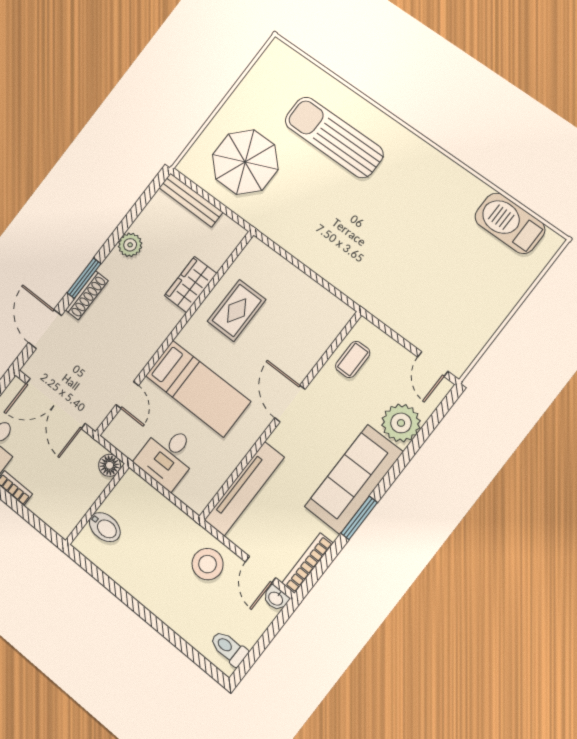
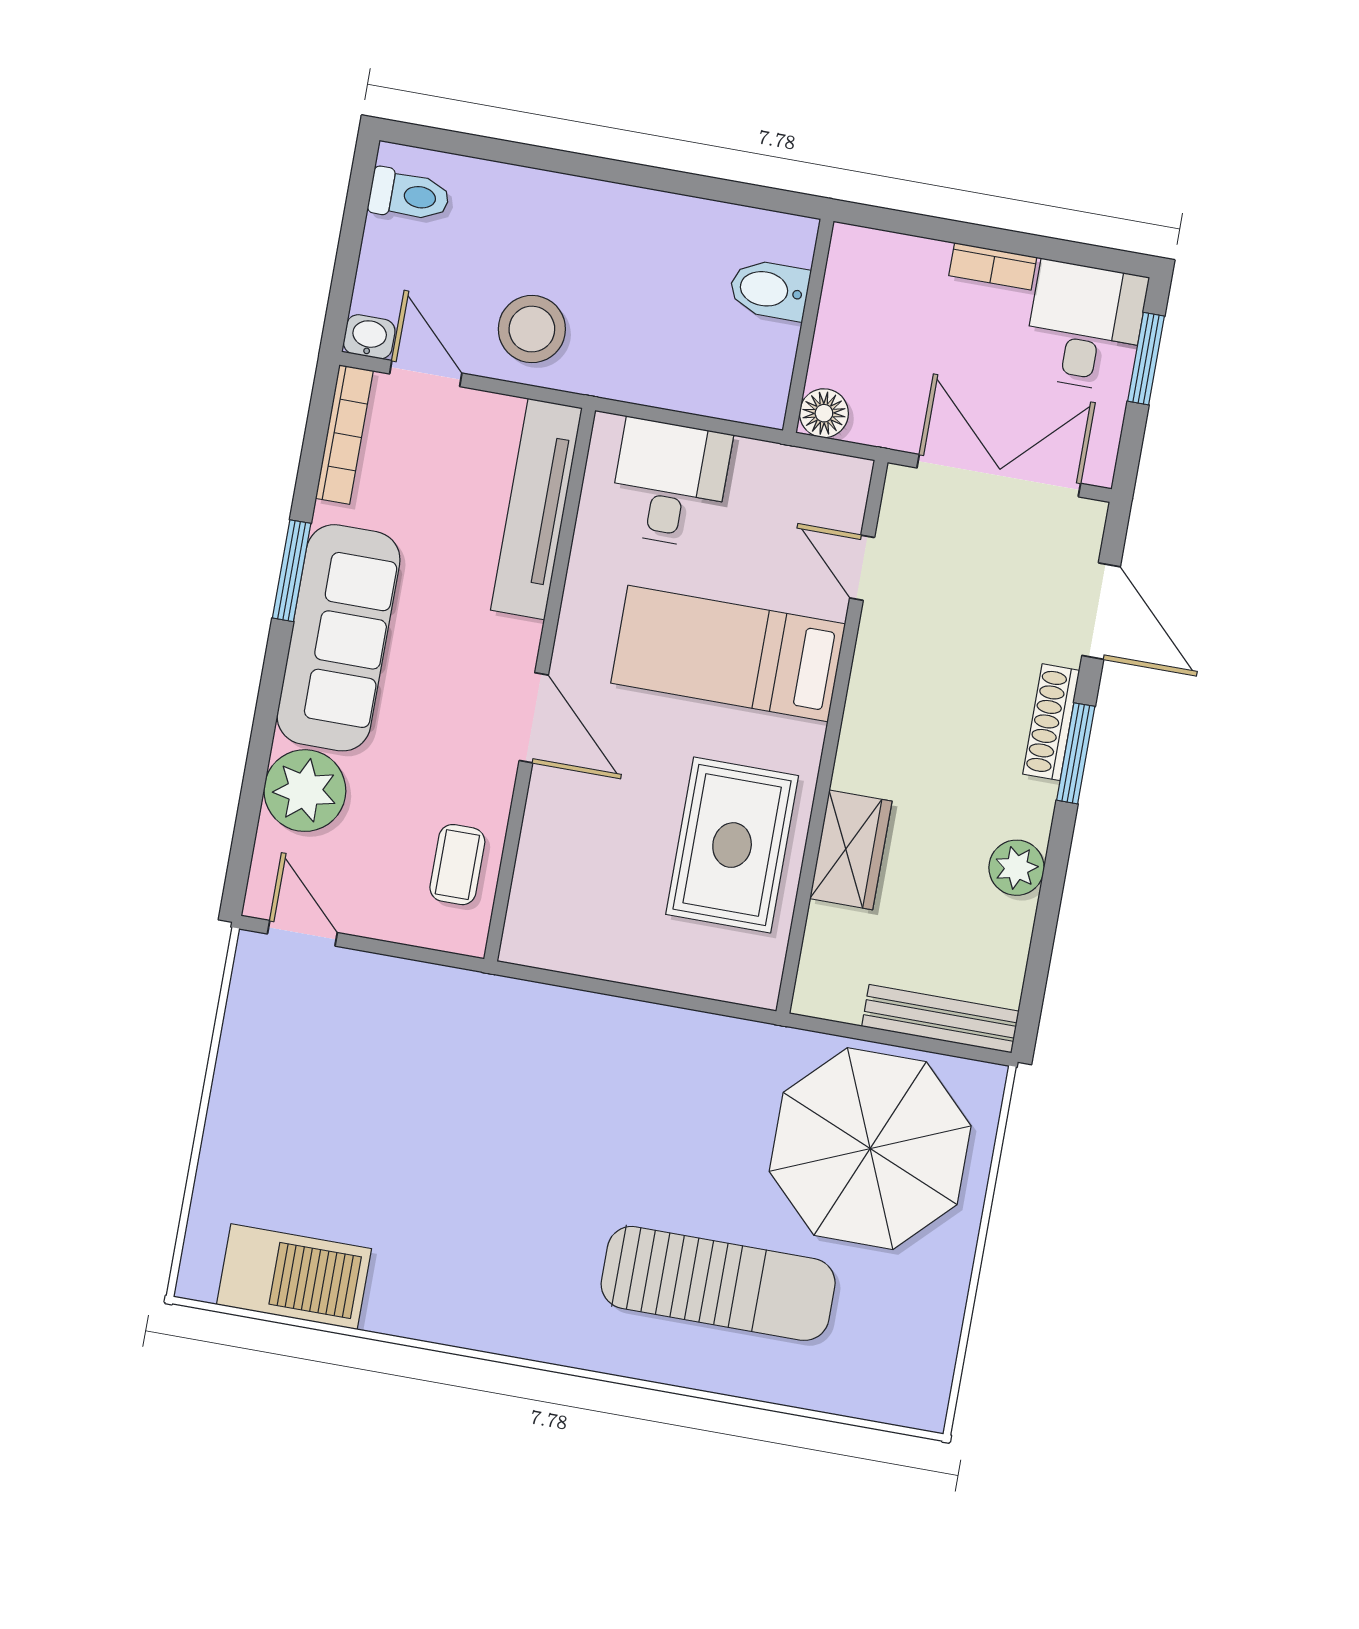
parasol: (245, 162) -> (870, 1149), width x1.36, depth x1.36
rug: (237, 310) -> (732, 845), width x1.36, depth x1.43
desk: (168, 456) -> (670, 483), moved

